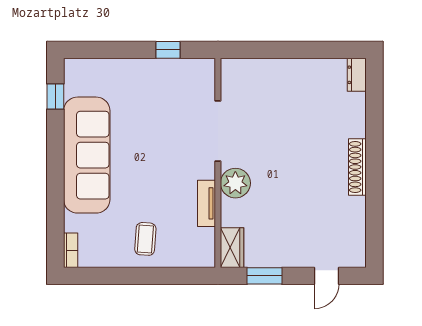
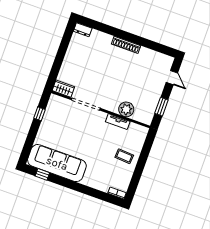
sofa: (87, 155) -> (57, 163), moved
plant: (235, 183) -> (126, 109), moved
wardrobe: (232, 248) -> (63, 89), moved

